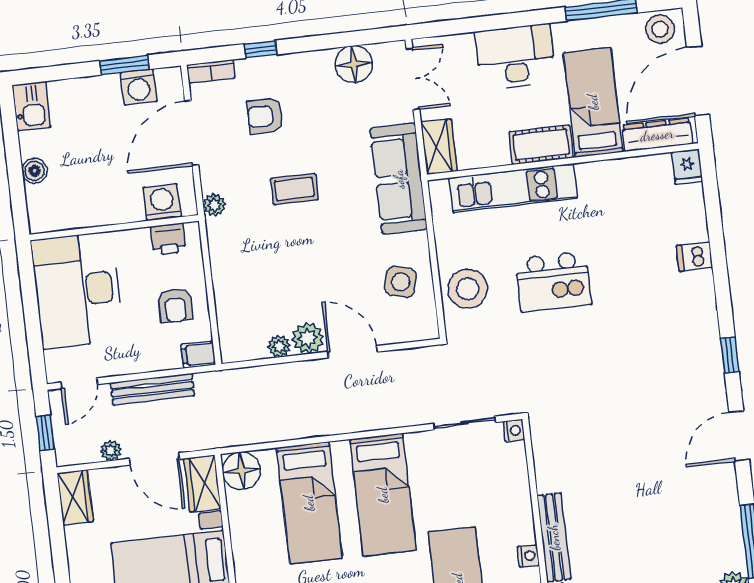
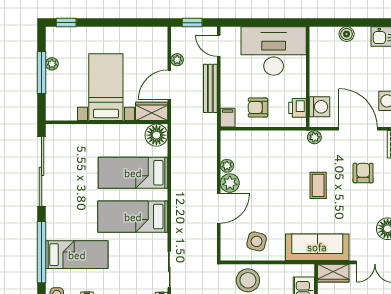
wardrobe: (75, 497) -> (152, 36), removed

